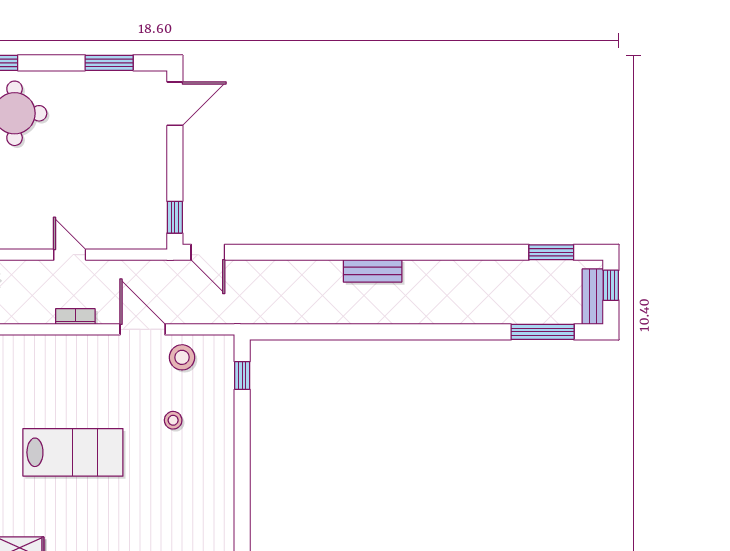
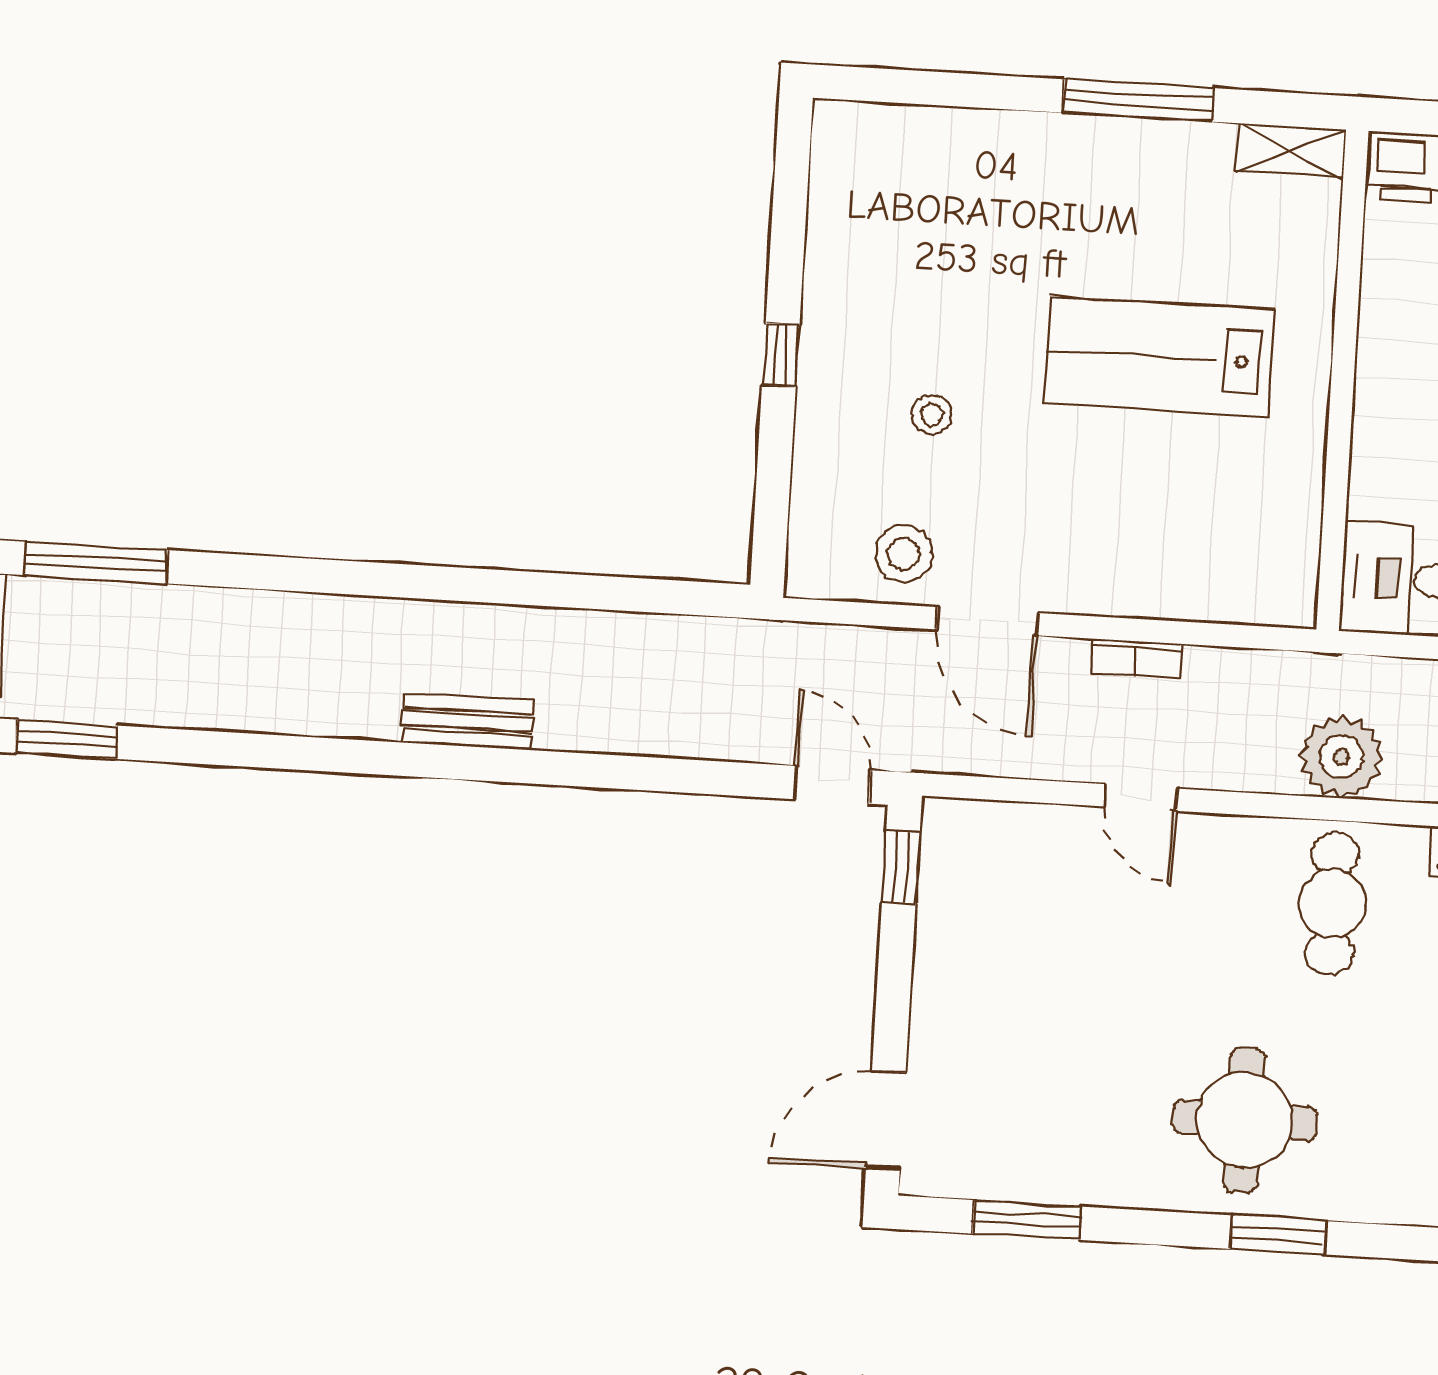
window: (242, 375) -> (781, 355), moved

